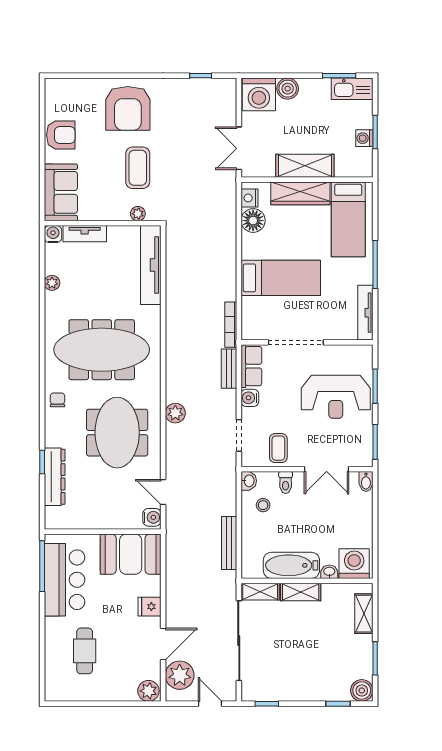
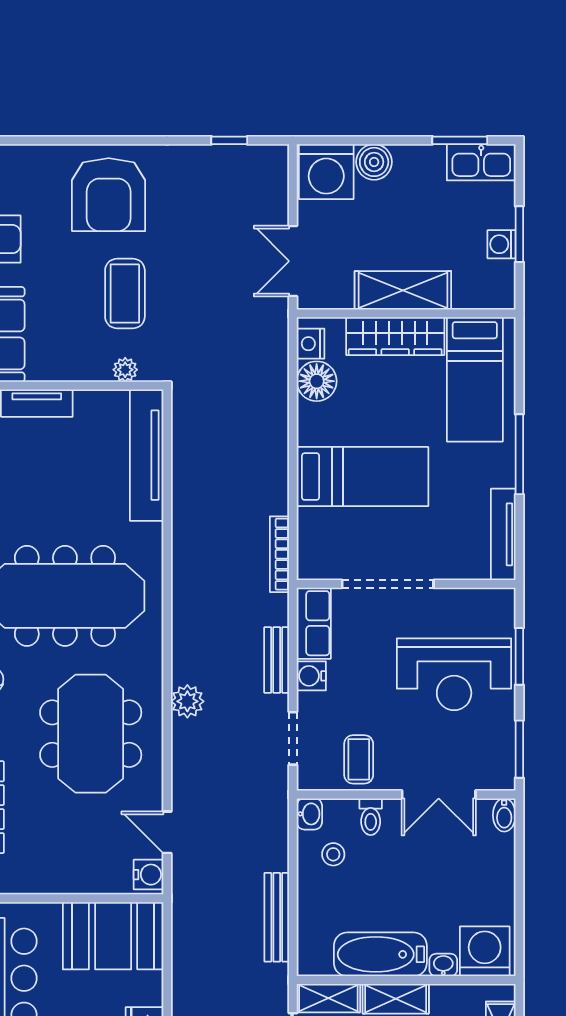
bench: (229, 369) -> (277, 660), moved

